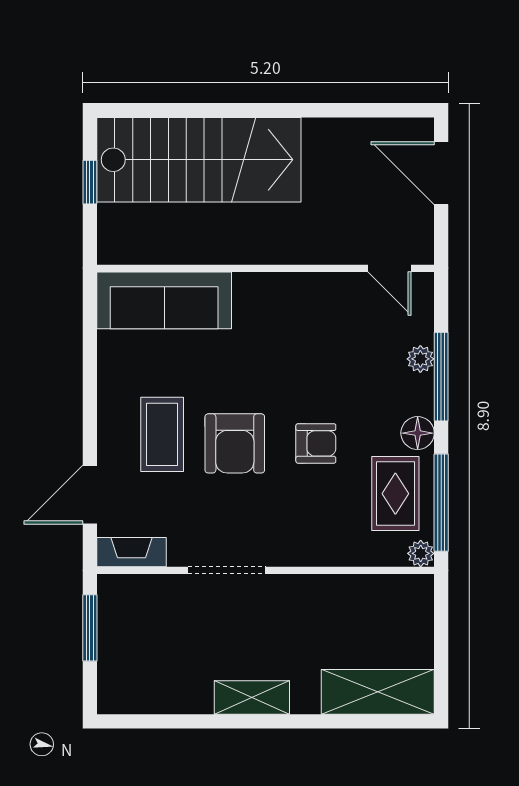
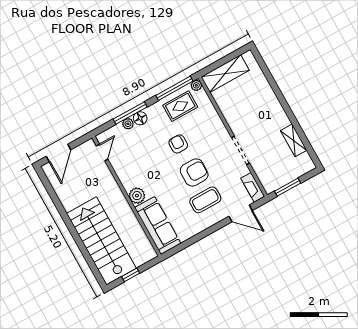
plant: (254, 292) -> (137, 196), added
floor lamp: (418, 433) -> (140, 118), moved
shelving: (378, 692) -> (225, 74), moved, turned 90
shelving: (252, 697) -> (294, 140), moved

